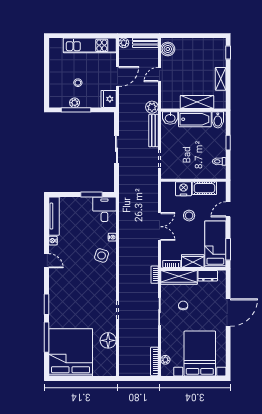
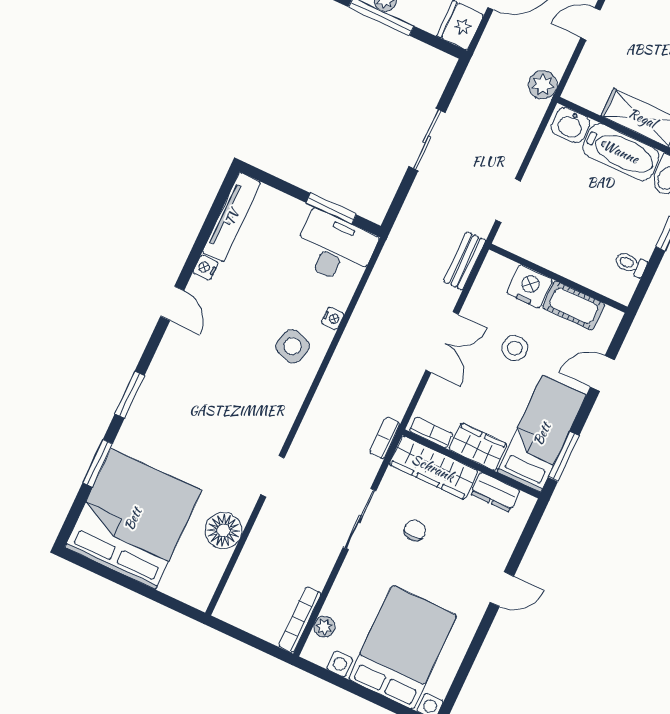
bench: (153, 131) -> (465, 261), moved, width x0.73
desk: (104, 209) -> (335, 248), width x1.37
door: (228, 313) -> (502, 589), width x0.53
window: (46, 337) -> (98, 463), width x0.69

